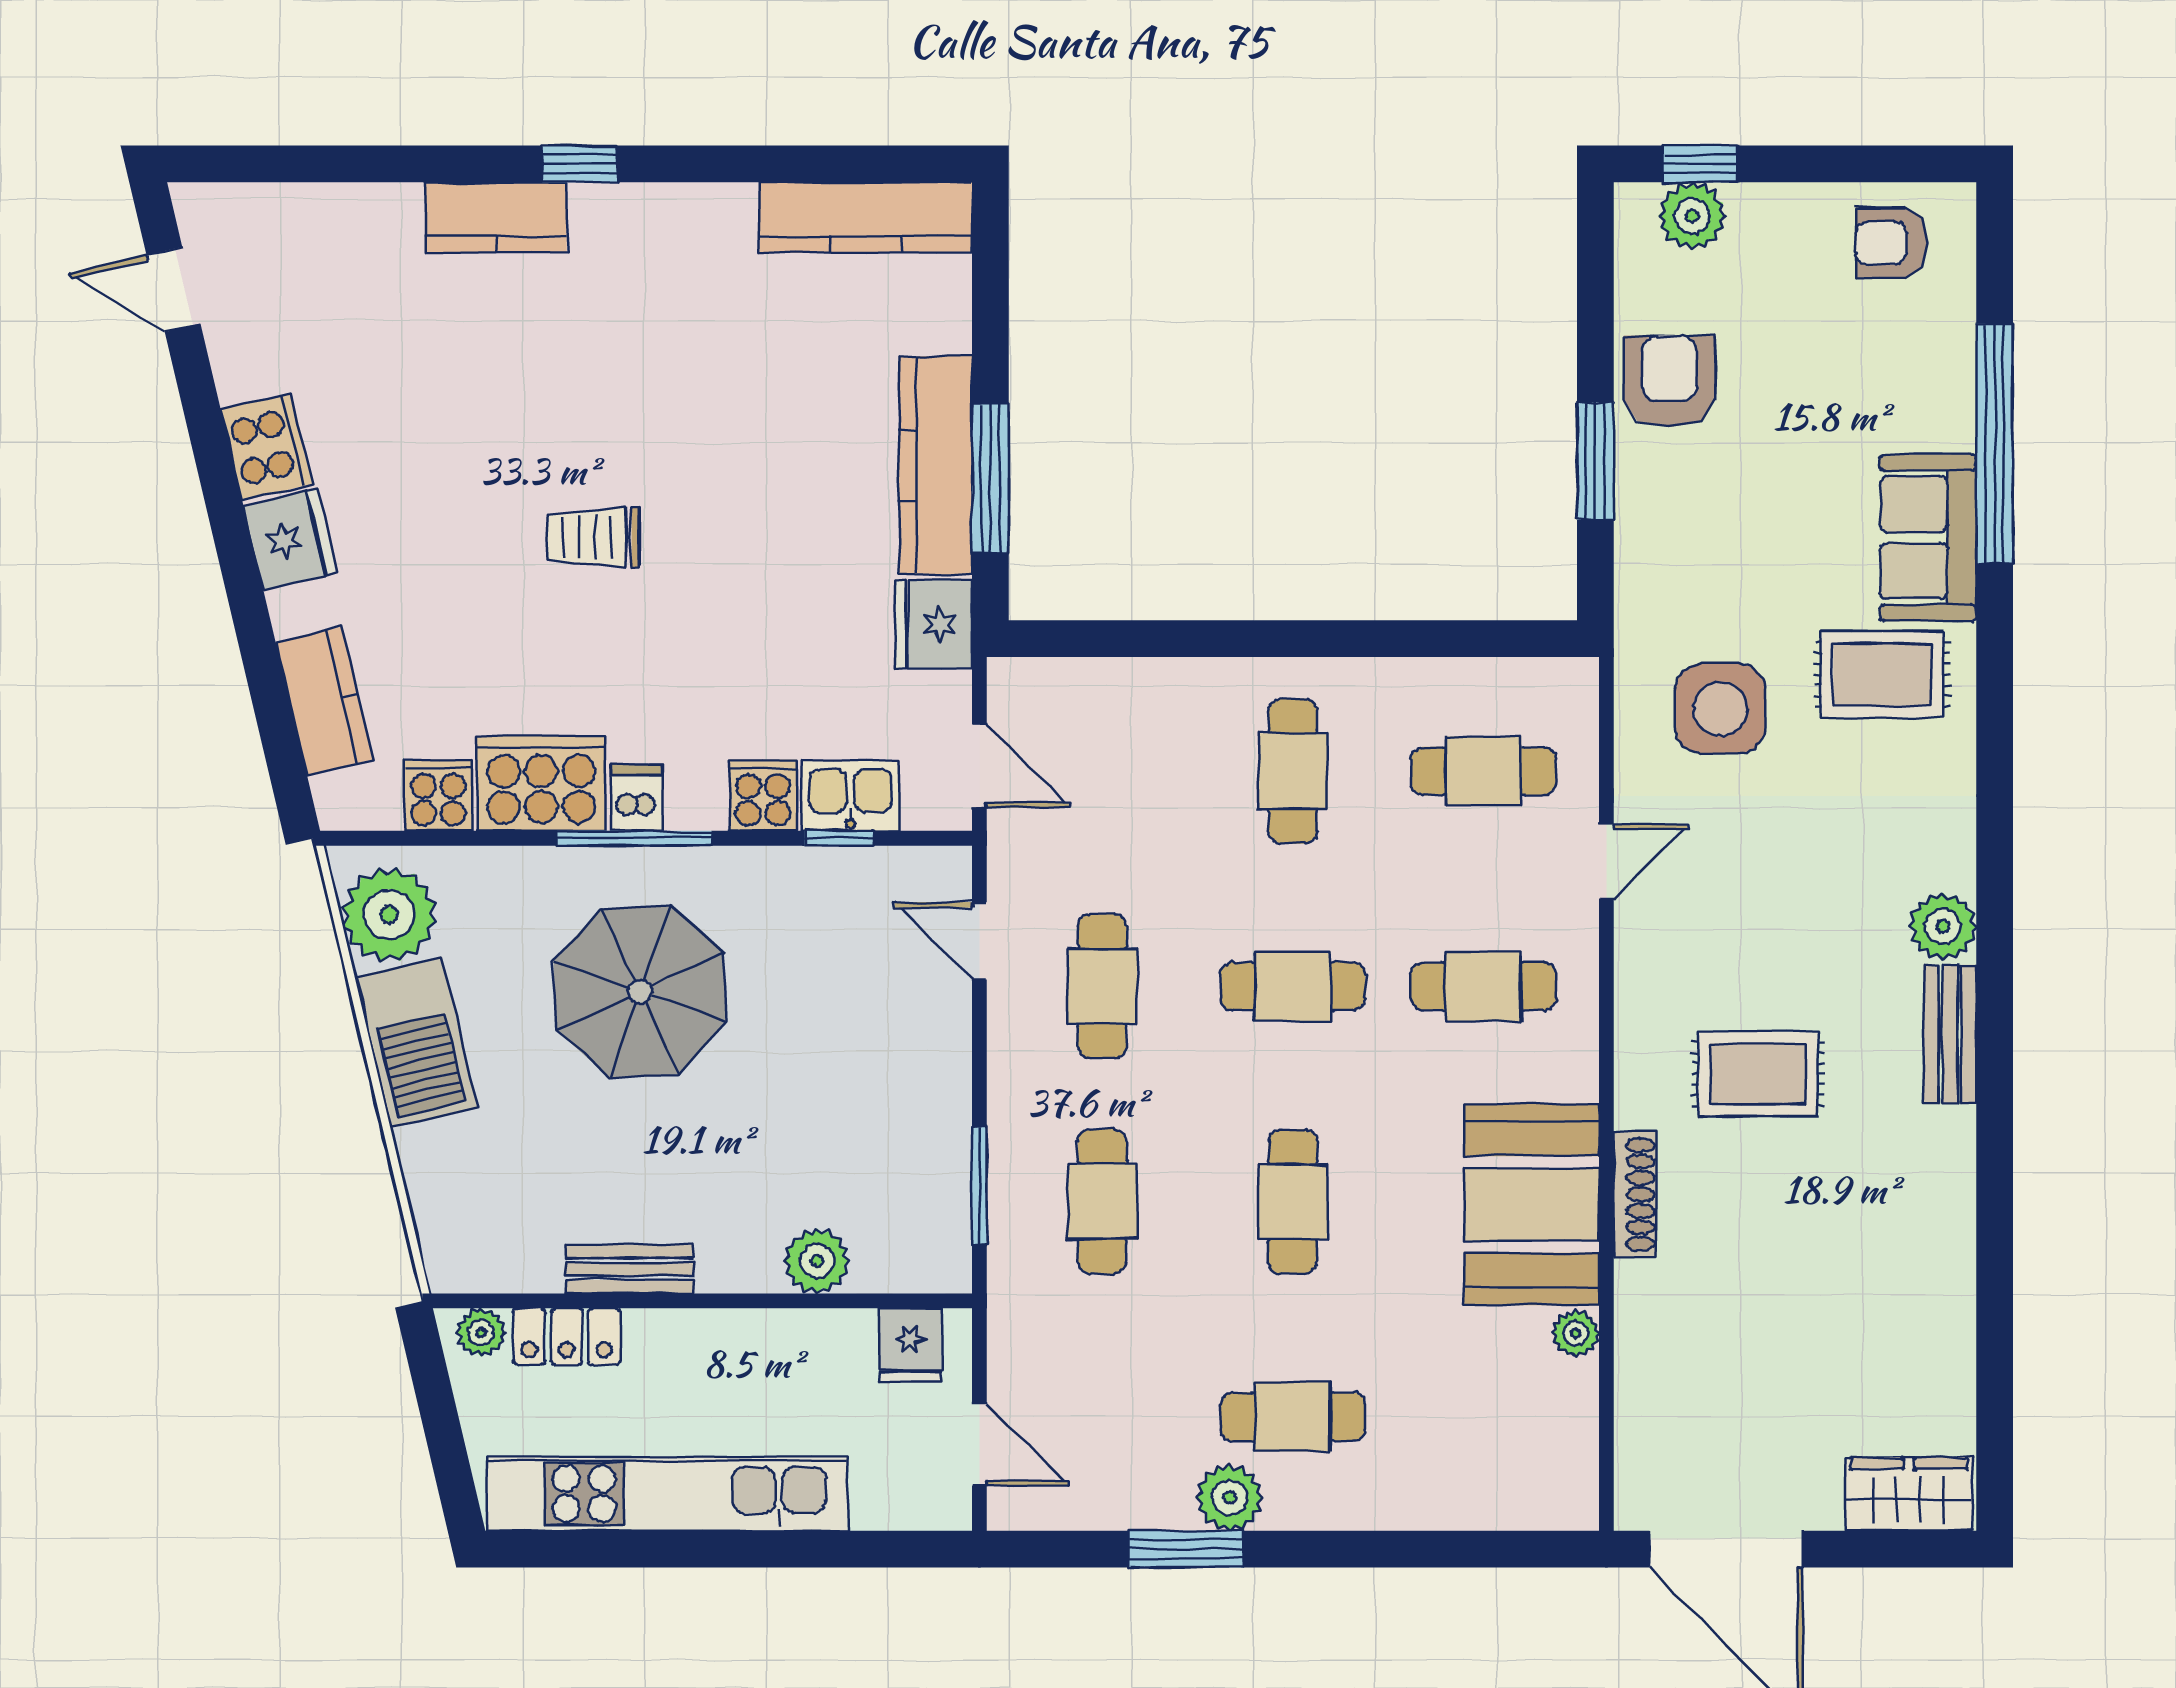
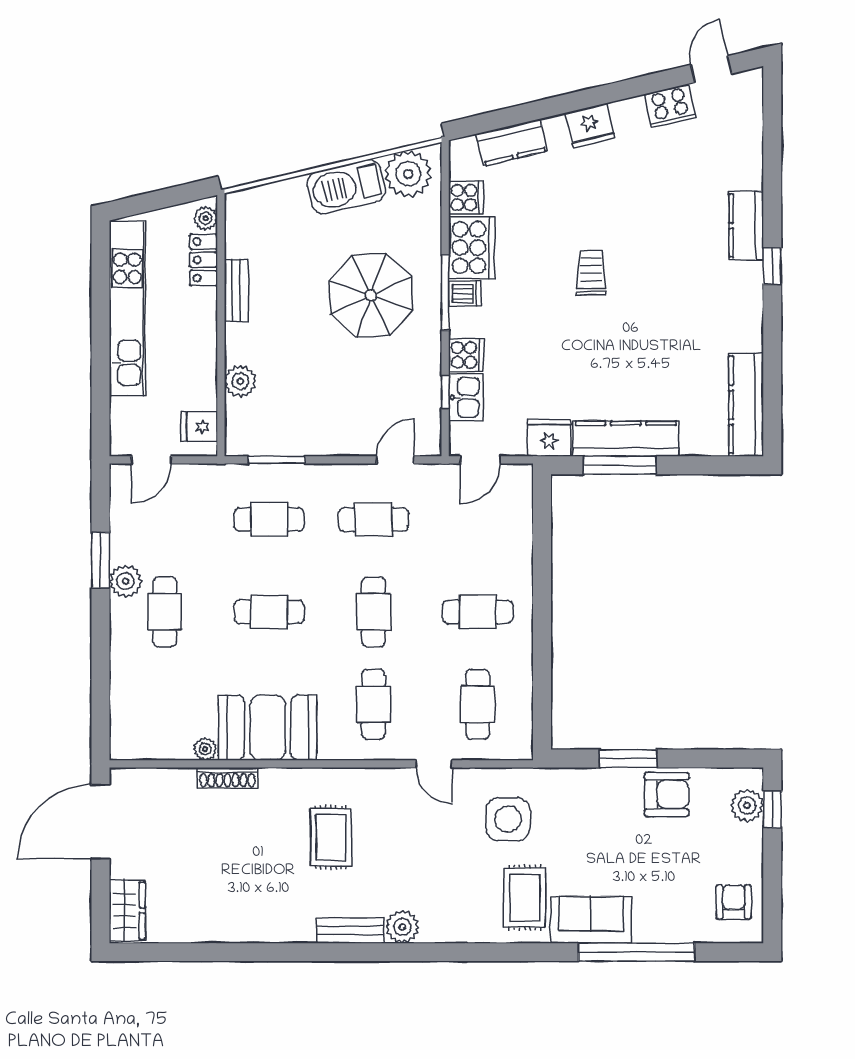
cooker: (267, 447) -> (670, 106), moved
shoe rack: (1635, 1194) -> (227, 778), moved

